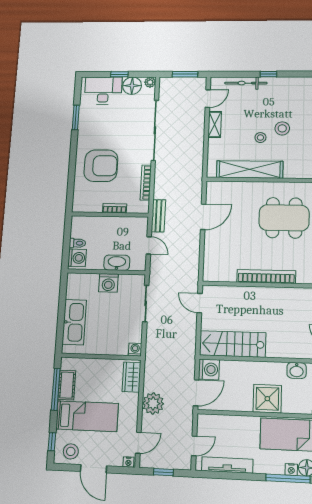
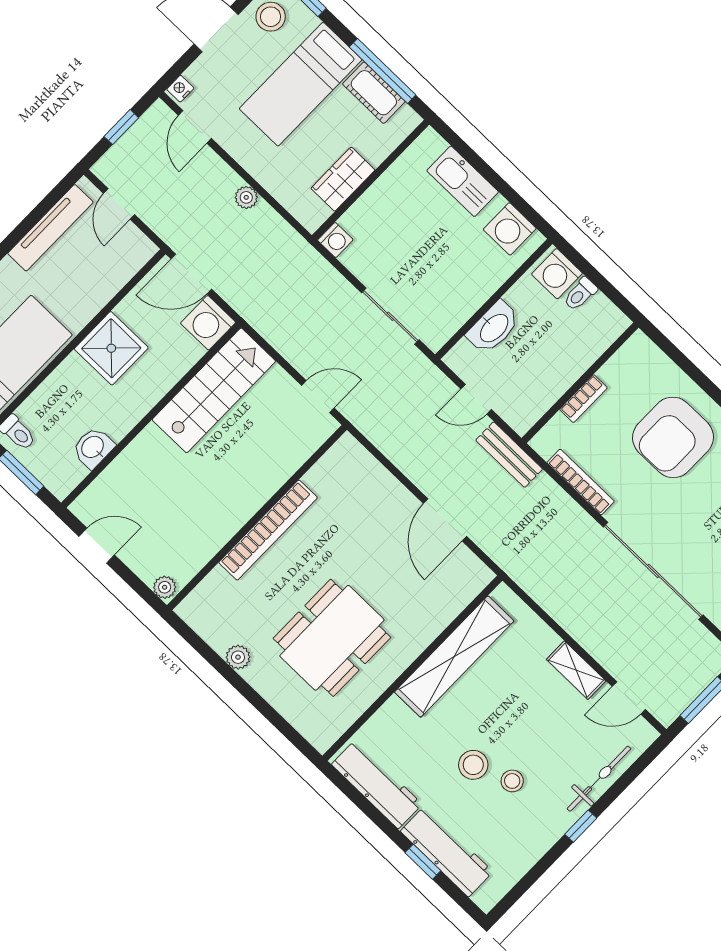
door: (208, 99) -> (629, 698), hinge flipped
stool: (260, 138) -> (512, 781), moved
washing machine: (108, 283) -> (510, 229), moved, turned -90
kitchen sink: (74, 322) -> (463, 181), width x0.73, depth x0.81
wardrobe: (132, 377) -> (343, 179), moved, turned -90
door: (196, 393) -> (191, 274), hinge flipped
shower: (267, 399) -> (111, 348), moved
plant: (153, 403) -> (246, 197), width x0.53, depth x0.53

